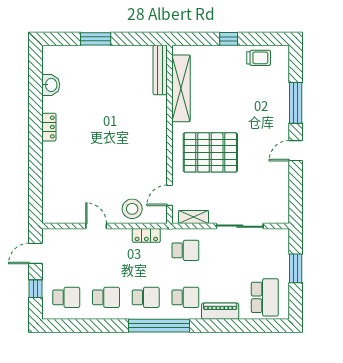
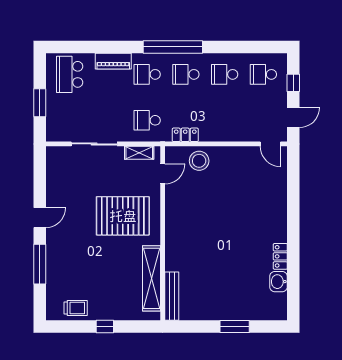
trolley: (259, 58) -> (76, 308), turned 180
locker: (49, 127) -> (280, 256), moved
door: (96, 226) -> (270, 144), moved

